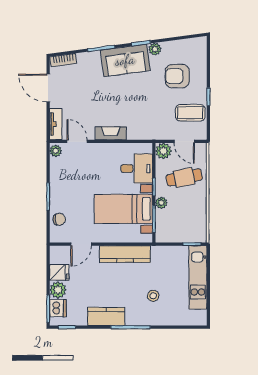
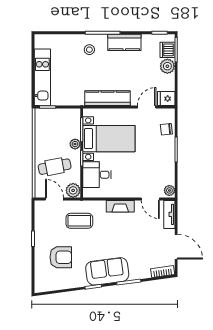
plant: (155, 49) -> (81, 281), removed
coffee table: (190, 113) -> (79, 221), moved
fridge: (59, 272) -> (166, 99), moved
stool: (153, 296) -> (89, 50), moved

